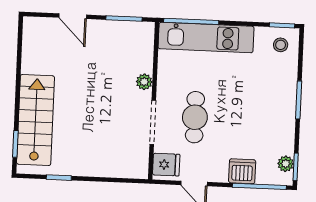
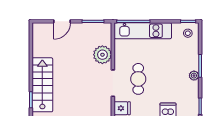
door: (73, 16) -> (62, 21), hinge flipped
plant: (144, 82) -> (102, 55), width x1.88, depth x1.88
plant: (286, 164) -> (194, 76), moved

